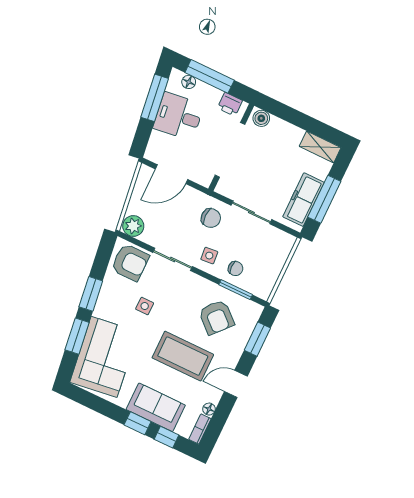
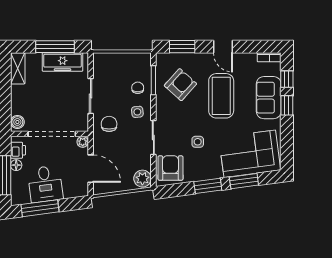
floor lamp: (189, 82) -> (16, 165), moved
plant: (205, 180) -> (83, 142), added
floor lamp: (209, 409) -> (251, 58), removed

